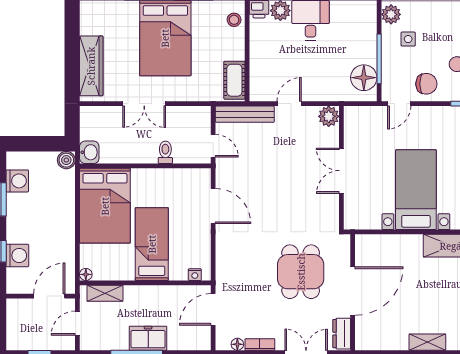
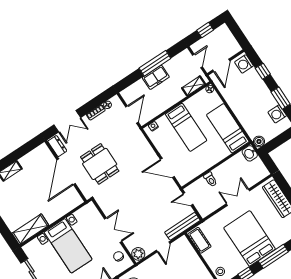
chair: (357, 131) -> (119, 256), added
bed: (105, 206) -> (228, 128), width x0.67
washing machine: (17, 255) -> (244, 64), moved

